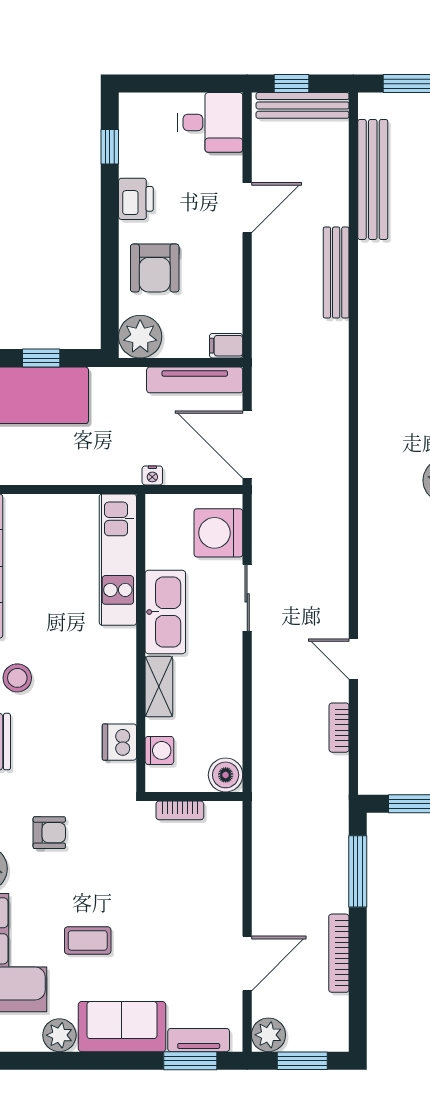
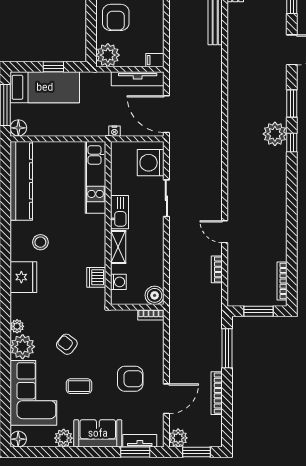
kitchen sink: (165, 612) -> (119, 212), width x0.73, depth x0.81
bookcase: (180, 810) -> (151, 315), moved
armchair: (49, 833) -> (67, 344), moved, turned -142
armchair: (181, 927) -> (130, 379), added

